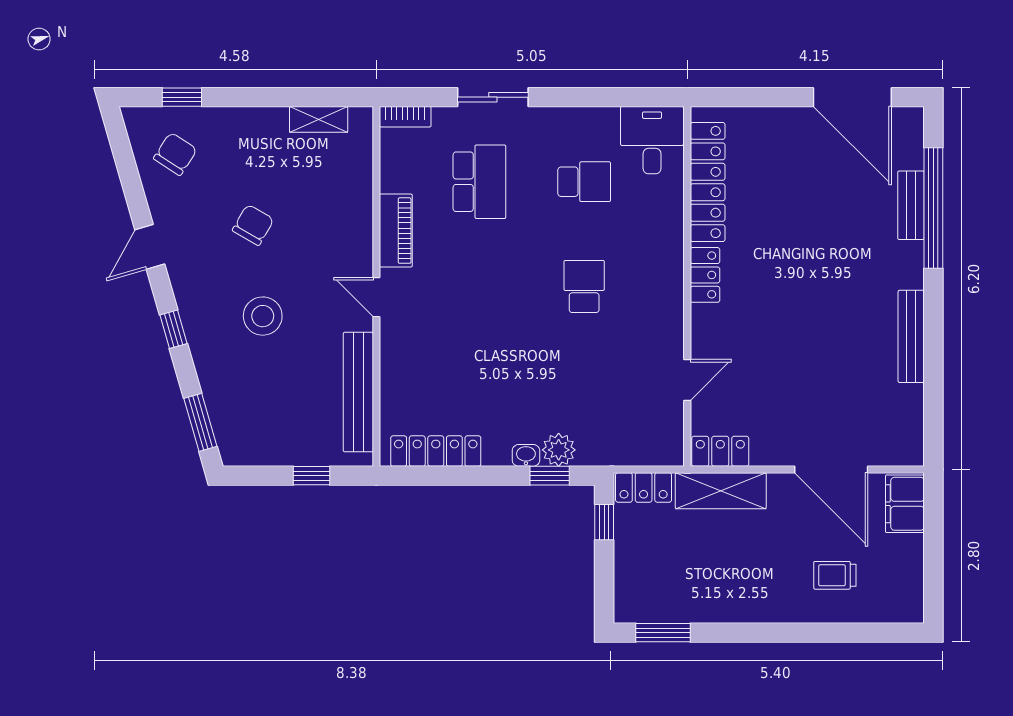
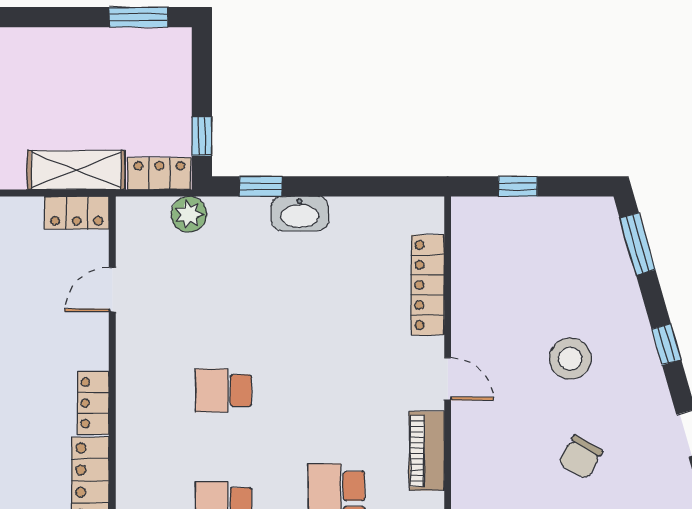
school desk: (584, 286) -> (223, 391), turned 90
bench: (358, 392) -> (467, 277), removed
plant: (559, 450) -> (189, 214), moved
locker: (436, 451) -> (428, 285), moved, turned 90
washbasin: (526, 455) -> (300, 214), width x1.91, depth x1.45

